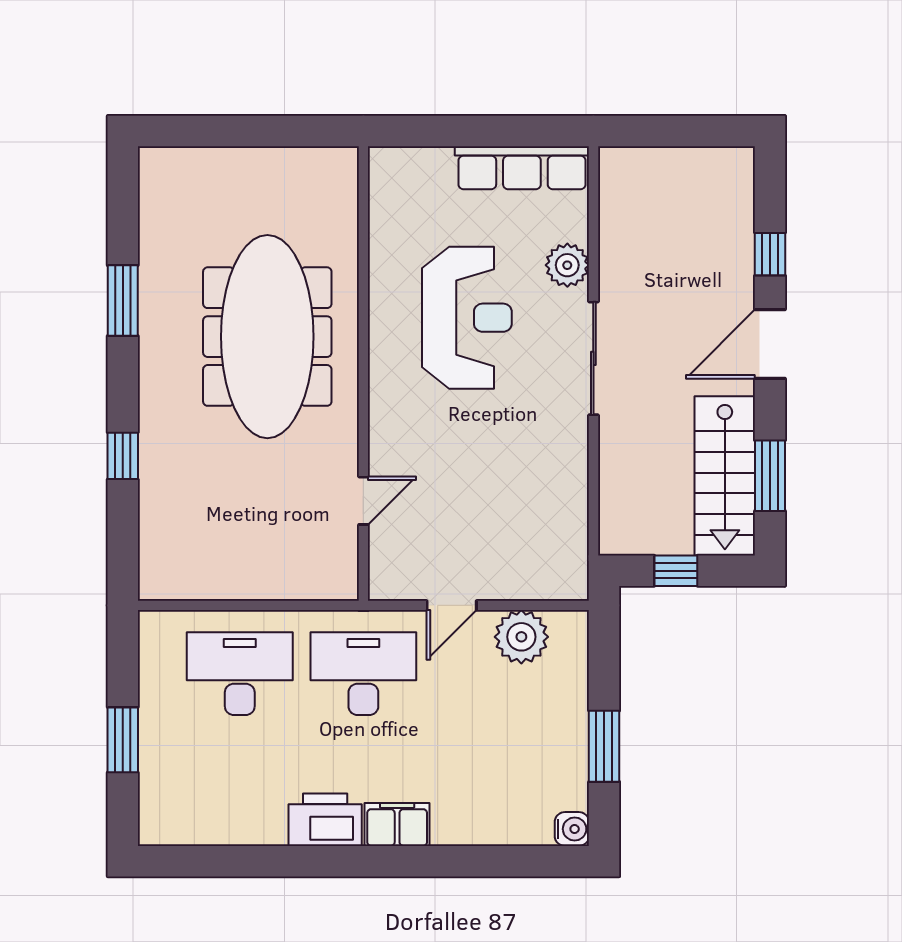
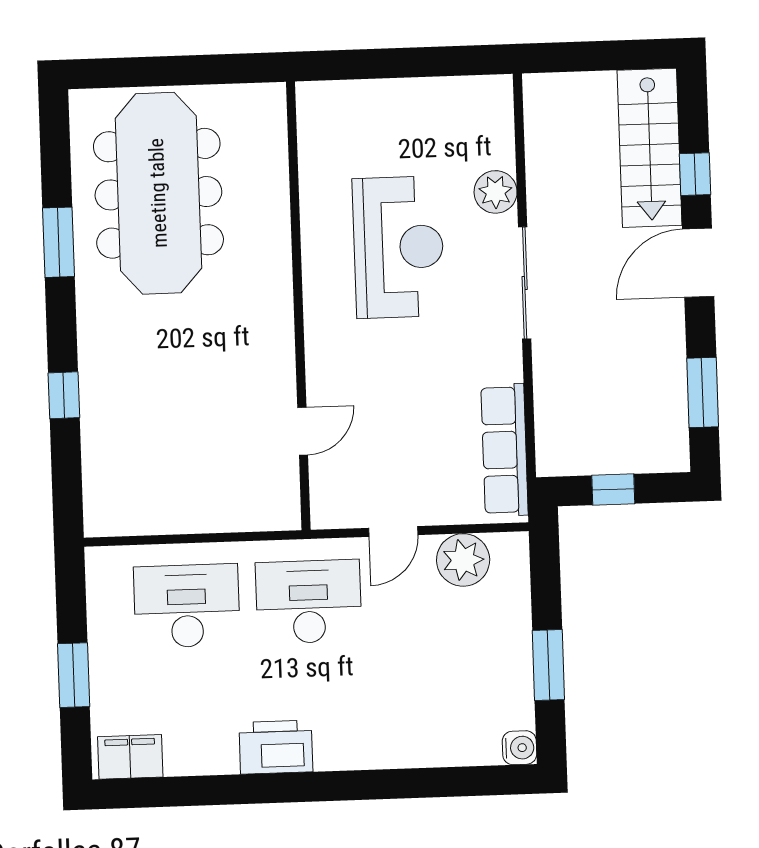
row of seats: (522, 168) -> (505, 450), moved, turned 90
meeting table: (267, 337) -> (158, 193), moved
stairs: (725, 476) -> (649, 148), moved
filing cabinet: (397, 825) -> (130, 757), moved

